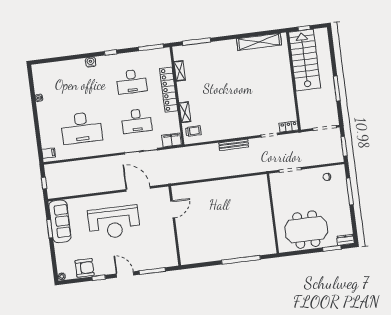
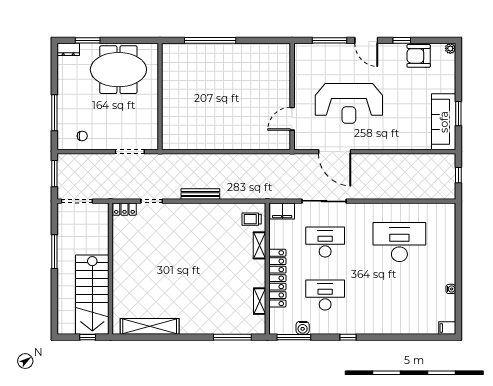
water cooler: (91, 62) -> (303, 328), moved
filing cabinet: (49, 153) -> (447, 328), moved
reception desk: (114, 222) -> (349, 103), moved, turned 180

